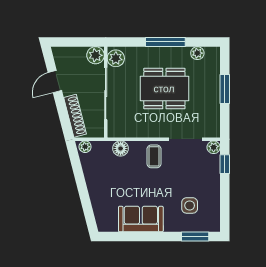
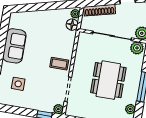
floor lamp: (121, 148) -> (72, 25), moved

